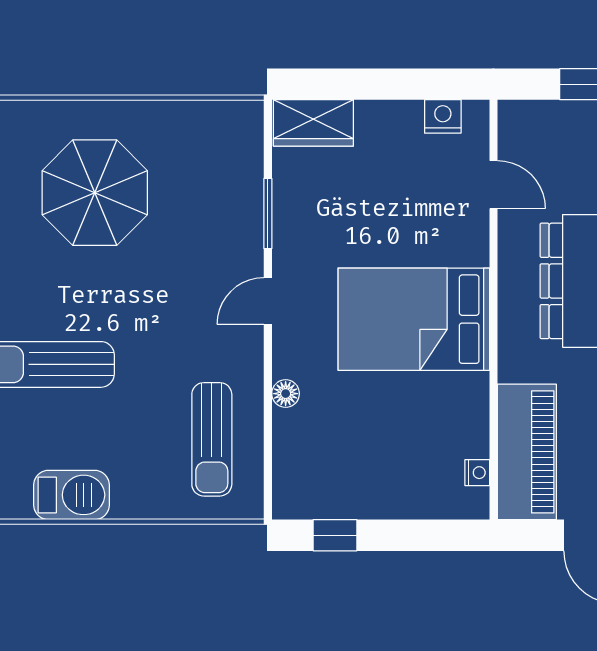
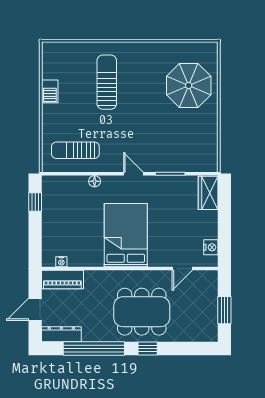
parasol: (95, 193) -> (189, 85), moved
piano: (527, 452) -> (62, 279), width x0.73, depth x0.75
barbecue: (71, 495) -> (50, 91), width x0.73, depth x0.79

